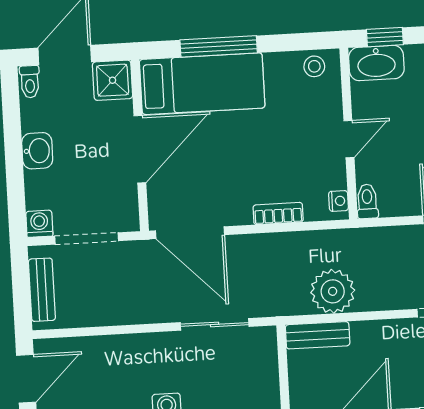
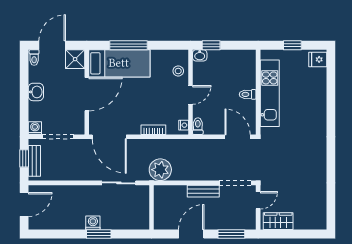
washbasin: (376, 63) -> (200, 55), width x0.52, depth x0.69
stool: (314, 66) -> (178, 71), moved
window: (21, 286) -> (24, 158), added
plant: (333, 291) -> (160, 170), moved
bench: (318, 335) -> (203, 191), moved

